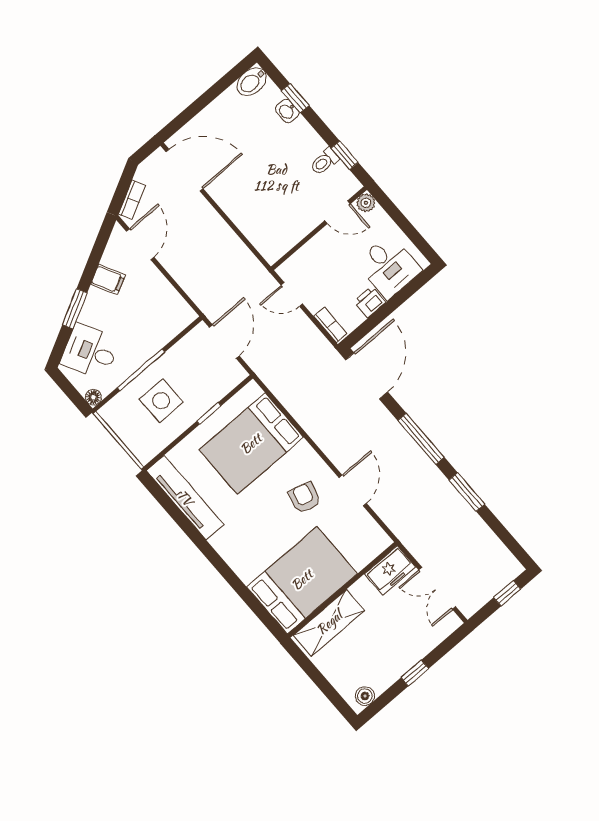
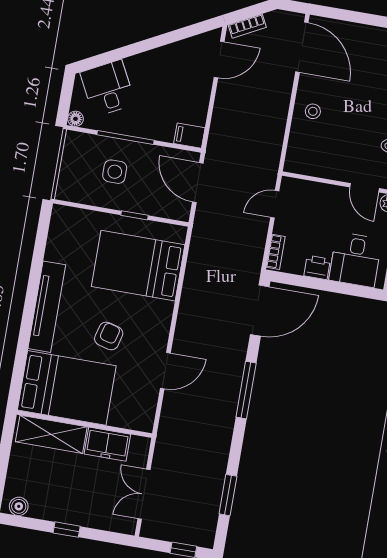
stool: (243, 203) -> (313, 111), added
filing cabinet: (108, 280) -> (189, 136), moved, turned 118
door: (292, 294) -> (275, 204), hinge flipped
window: (75, 309) -> (130, 50), removed
door: (224, 342) -> (198, 183), swing flipped
side table: (161, 401) -> (115, 172), width x0.73, depth x0.73
window: (467, 492) -> (228, 495), moved
tv unit: (185, 498) -> (47, 307), moved
armchair: (304, 498) -> (109, 336), moved
freezer: (390, 570) -> (107, 444), moved

